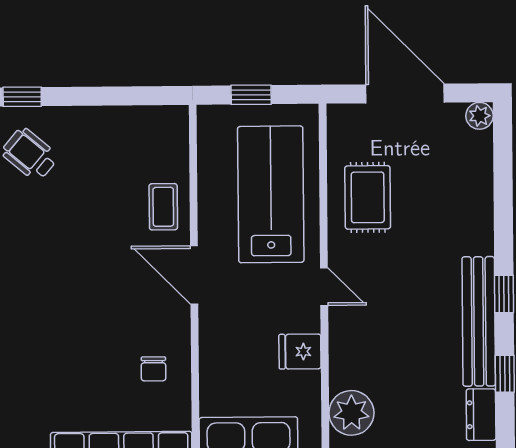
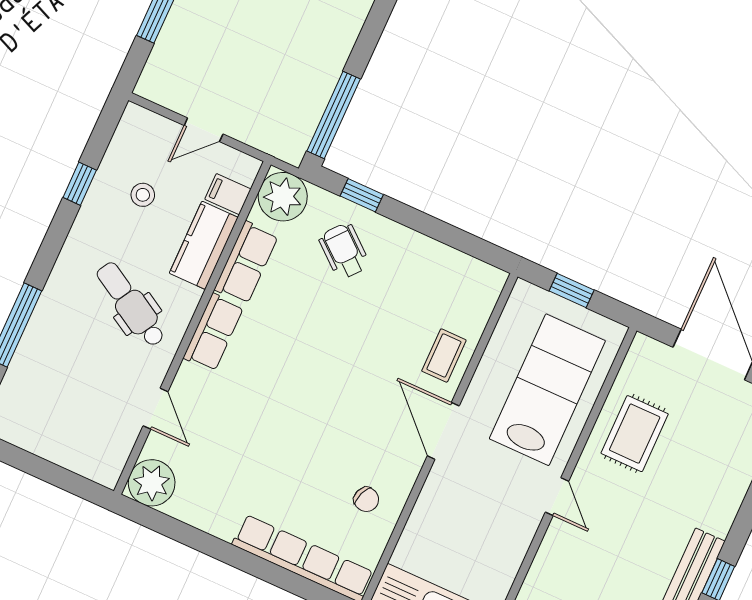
fridge: (300, 352) -> (507, 546), removed
chair: (153, 369) -> (366, 499), turned -69

